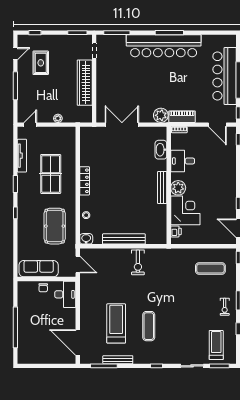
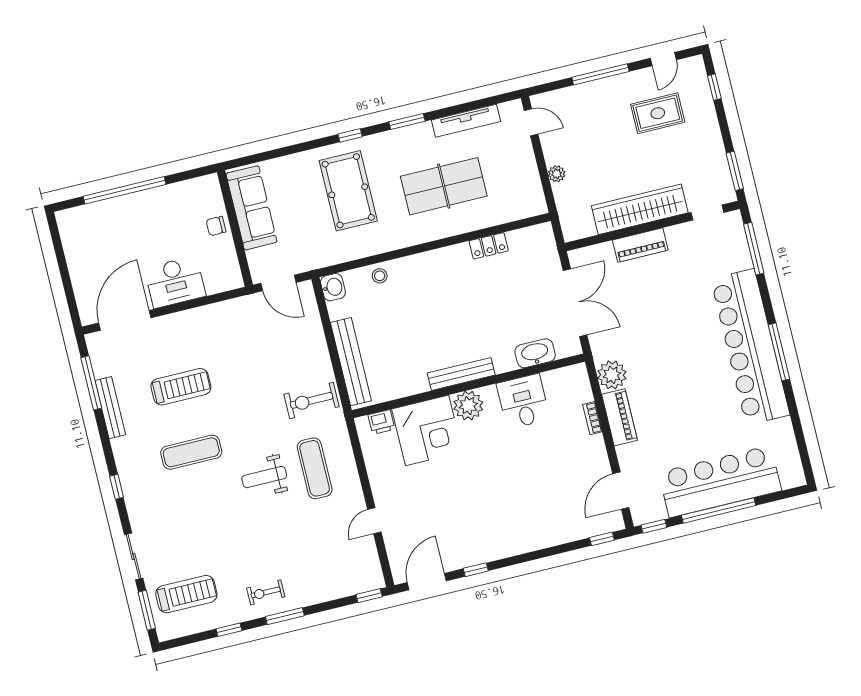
door: (15, 54) -> (663, 59), hinge flipped
piano: (102, 87) -> (640, 245), added
washbasin: (161, 150) -> (535, 353), moved
desk: (183, 161) -> (523, 401), moved
locker: (85, 181) -> (489, 246), moved, width x0.66
wall: (169, 185) -> (468, 386), moved
bench: (162, 188) -> (461, 374), moved
plant: (178, 188) -> (468, 406), moved
corner desk: (185, 210) -> (427, 430), moved
pool table: (55, 226) -> (348, 191), moved, turned 90
printer: (176, 231) -> (381, 422), moved
door: (203, 246) -> (374, 521), added
door: (78, 265) -> (278, 283), hinge flipped
exercise mat: (210, 269) -> (315, 468), moved
desk: (65, 294) -> (175, 282), moved
weight bench: (169, 294) -> (264, 477), added
treadmill: (116, 323) -> (181, 387), width x0.73, depth x0.73

